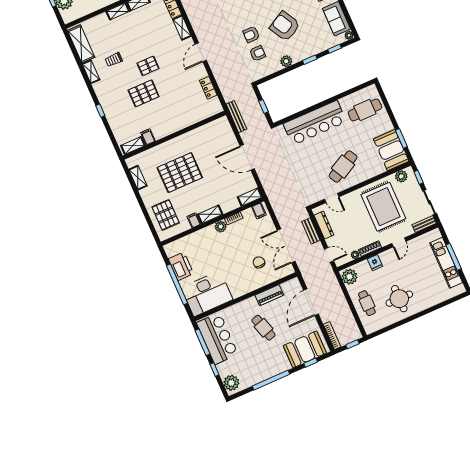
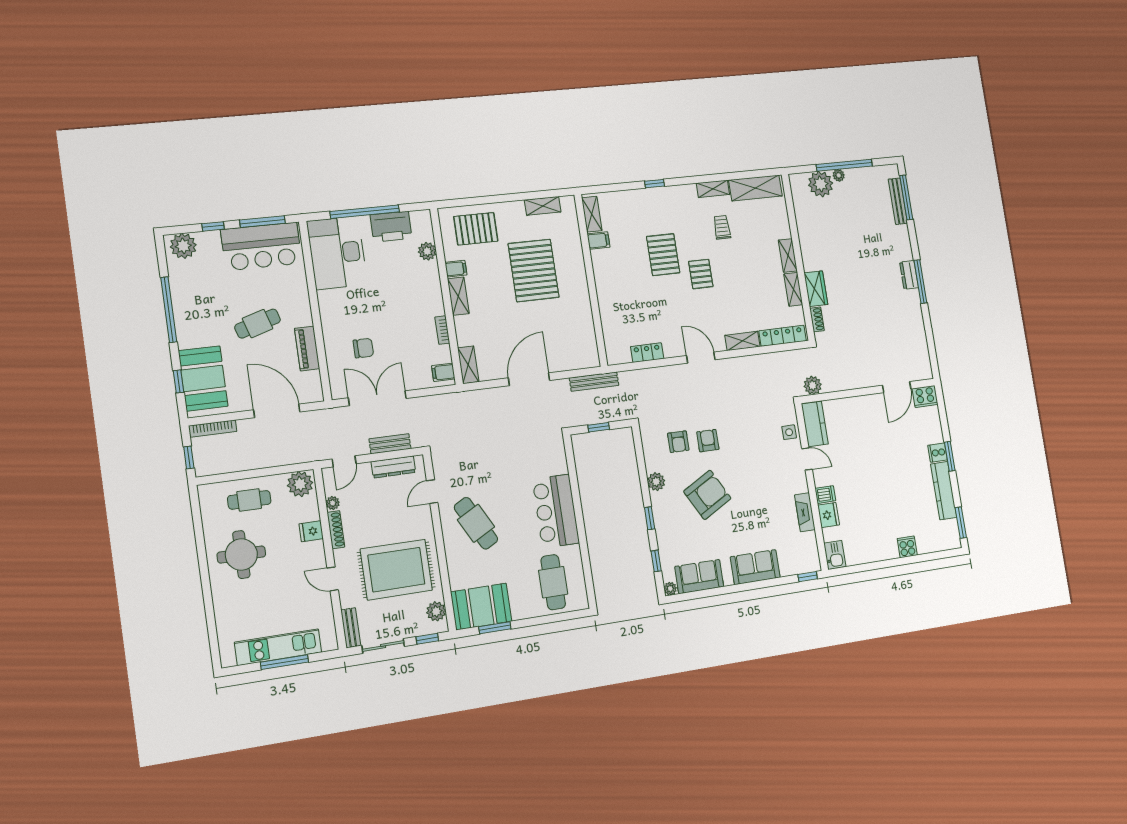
bar counter: (315, 123) -> (556, 511), width x0.73
plant: (221, 227) -> (427, 251), moved

